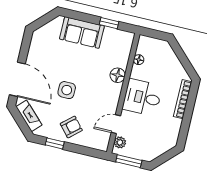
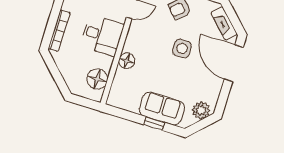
window: (109, 23) -> (154, 123), moved
plant: (45, 33) -> (201, 110), added
floor lamp: (139, 60) -> (97, 79), width x1.89, depth x1.89

